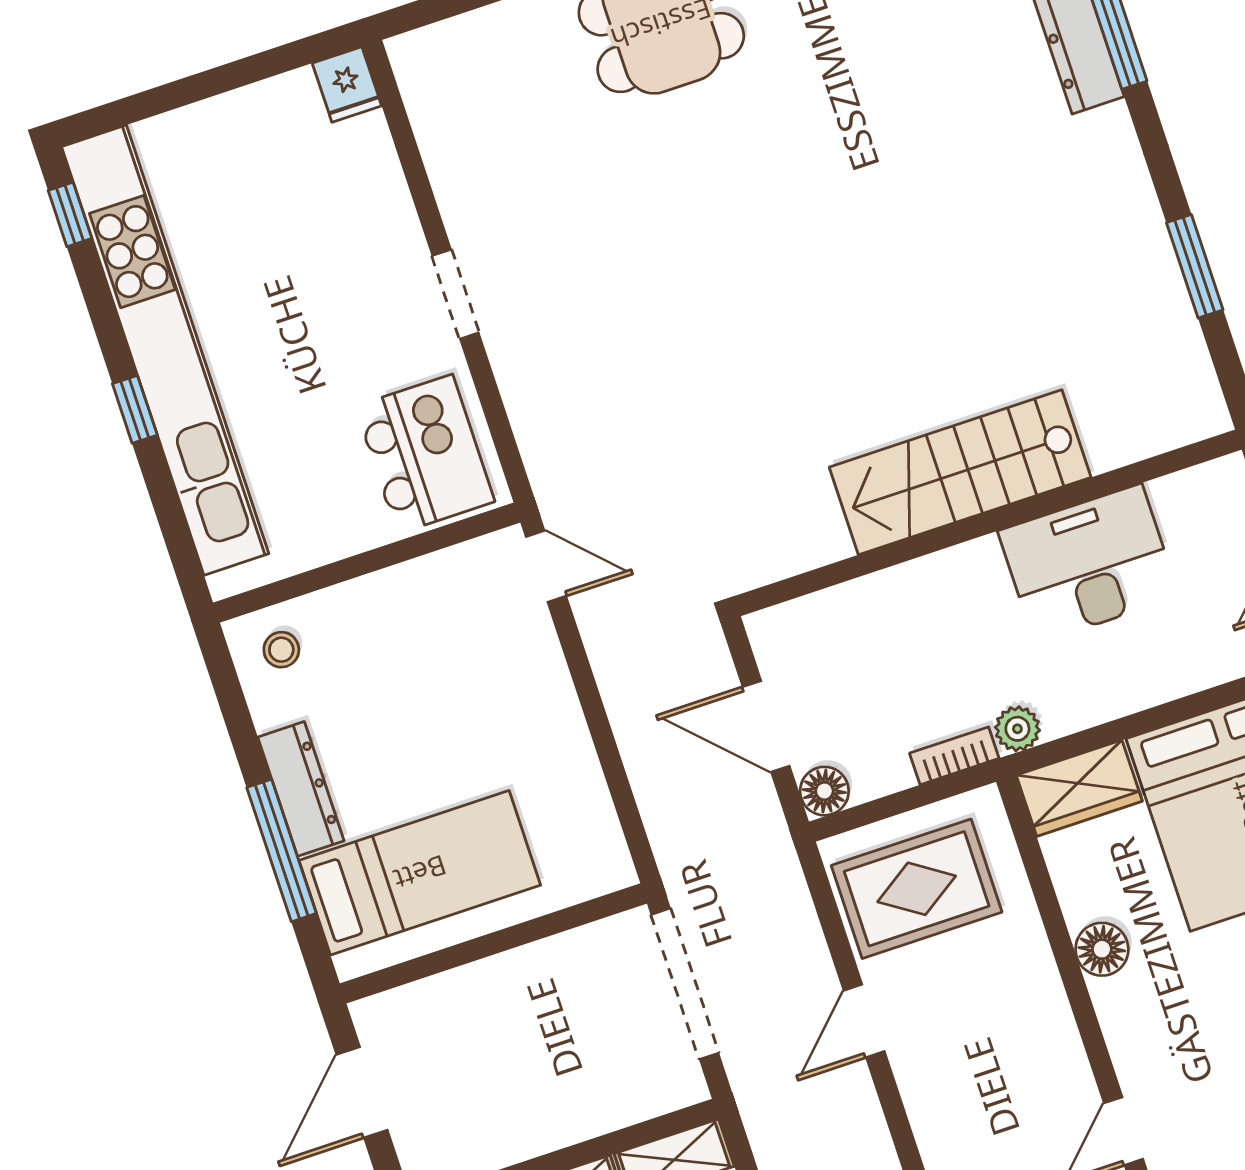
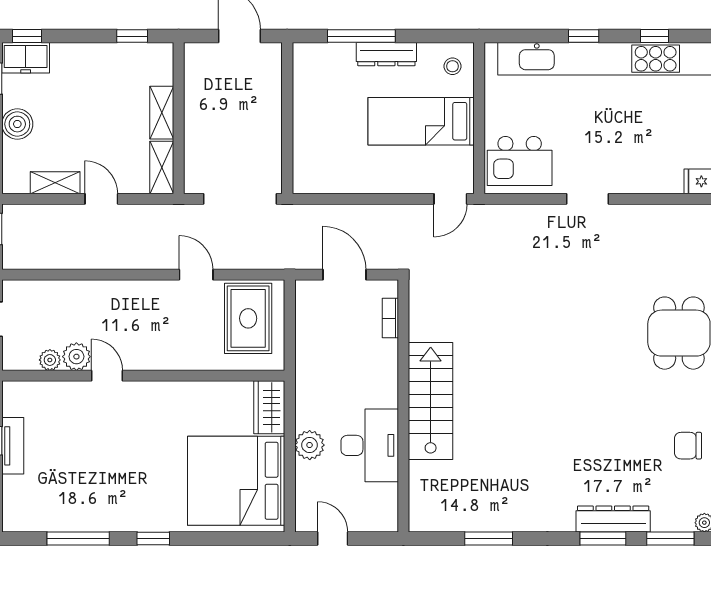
window: (70, 214) -> (655, 36), moved
door: (766, 726) -> (345, 275), hinge flipped
plant: (1017, 729) -> (310, 445), moved, width x1.38, depth x1.38
bookcase: (954, 756) -> (390, 318), moved, turned 180
floor lamp: (824, 791) -> (306, 291), removed
bed: (420, 873) -> (421, 121), moved, turned 90
floor lamp: (1102, 949) -> (193, 393), removed

